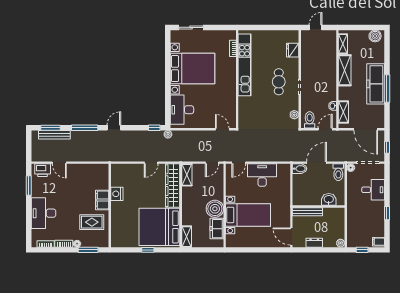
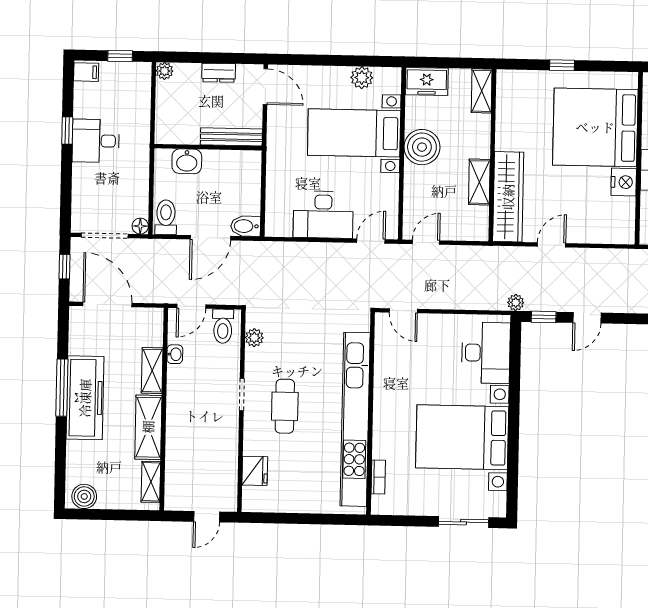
kitchen unit: (245, 65) -> (355, 419), width x1.36
shelving: (343, 112) -> (152, 371), moved
door: (114, 128) -> (587, 318), moved
shelving: (187, 175) -> (479, 182), moved
desk: (373, 190) -> (96, 141), moved
bed: (159, 227) -> (595, 127), moved, turned 180
freezer: (217, 229) -> (427, 82), moved, turned 90
plant: (245, 242) -> (362, 78), added

